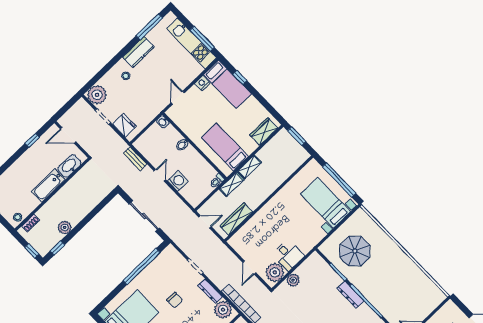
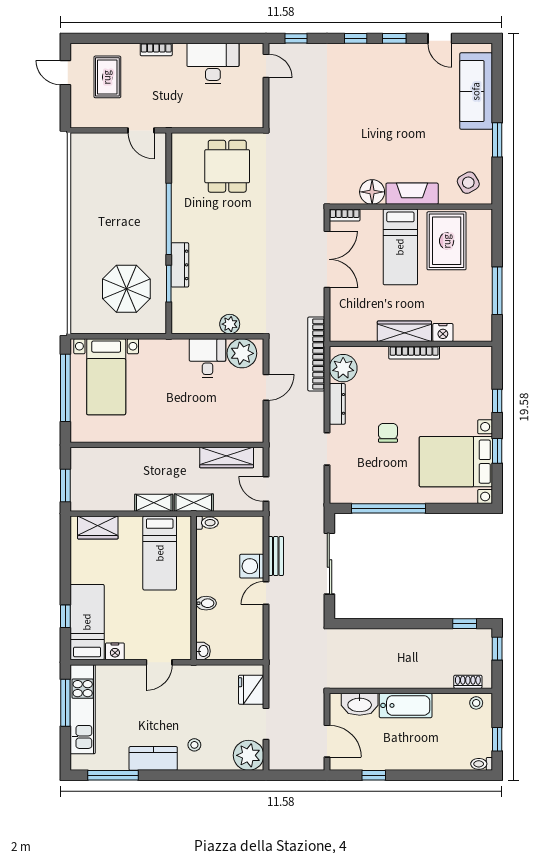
bench: (135, 159) -> (276, 556), moved
plant: (65, 227) -> (433, 639), removed
dresser: (351, 295) -> (180, 265), moved

